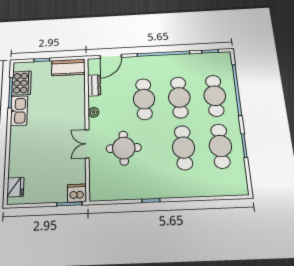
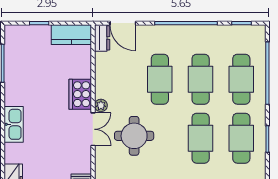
door: (111, 56) -> (123, 23), hinge flipped
cooker: (22, 83) -> (80, 94), moved, turned 180
dresser: (94, 85) -> (102, 38), moved
kitchen sink: (19, 111) -> (14, 124), moved
plant: (94, 112) -> (101, 105), moved
double door: (87, 144) -> (93, 129), swing flipped

